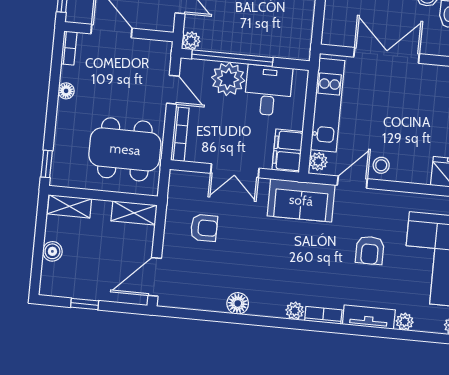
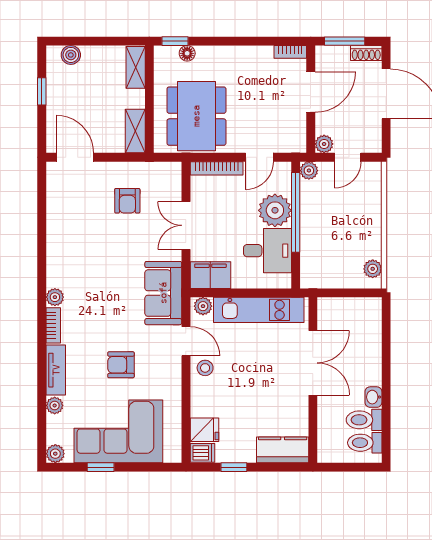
plant: (166, 23) -> (324, 144), added
floor lamp: (66, 91) -> (187, 53), moved
boiler: (52, 251) -> (71, 55), moved
floor lamp: (238, 303) -> (57, 241), removed

